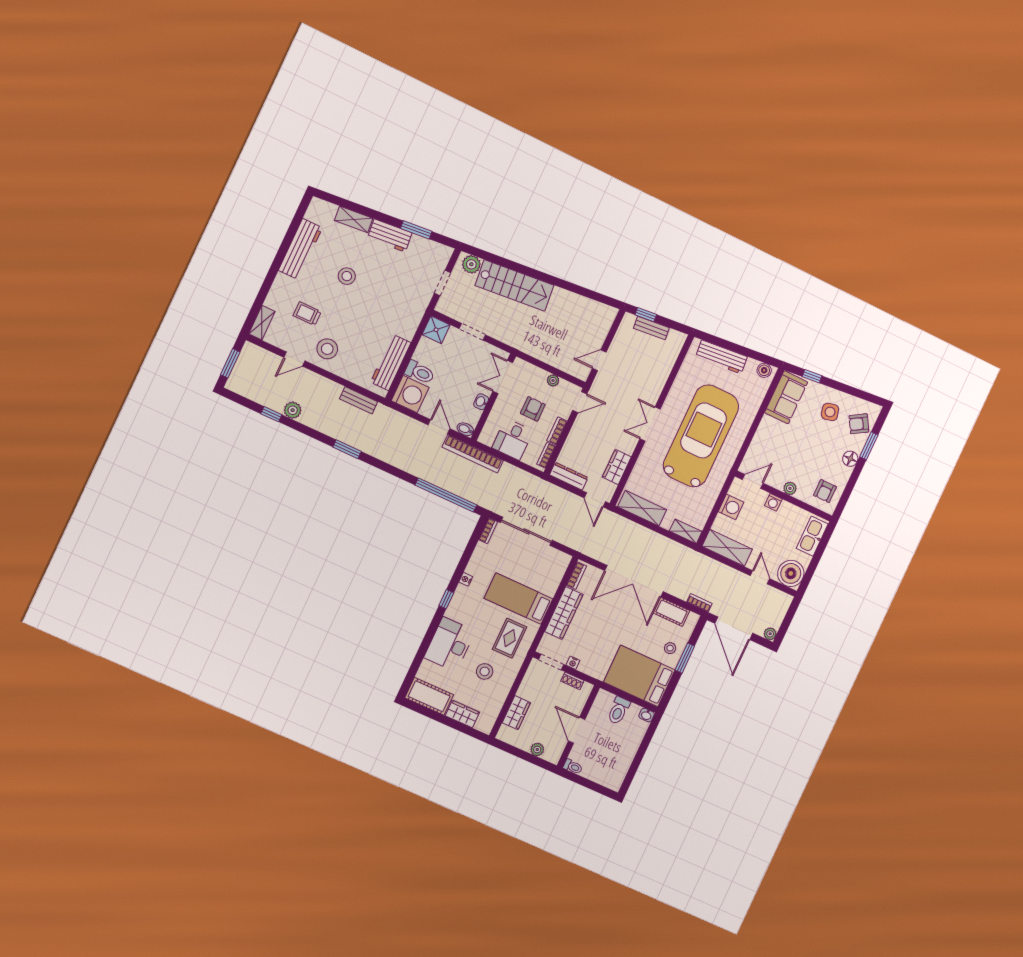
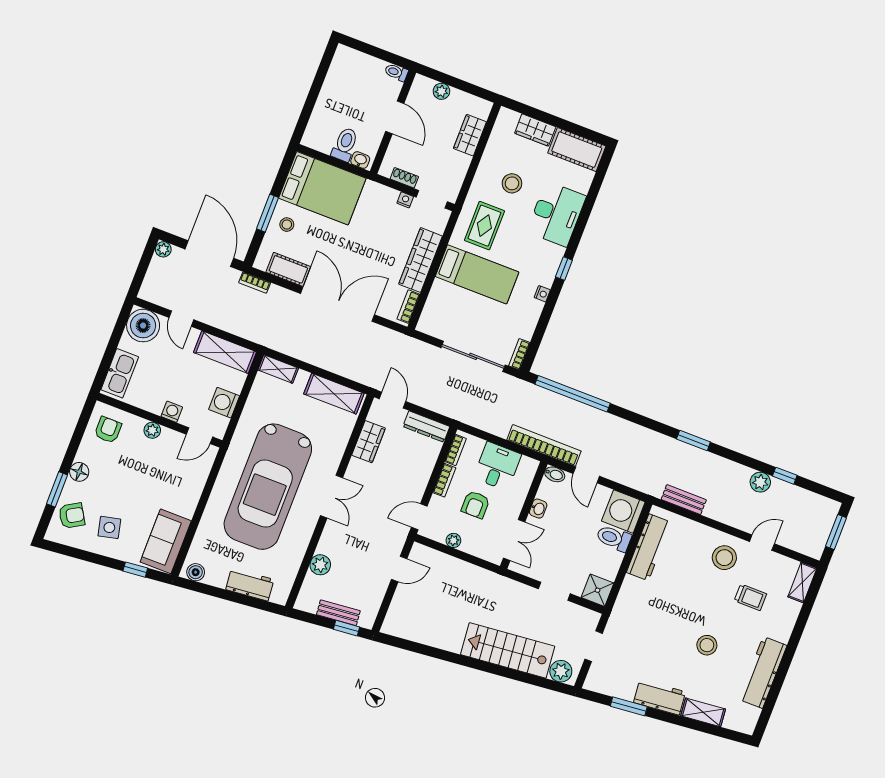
workbench: (721, 357) -> (250, 584), width x0.73
plant: (663, 369) -> (320, 565), added
washbasin: (647, 715) -> (360, 160), moved

